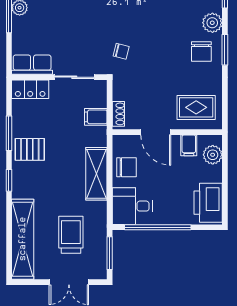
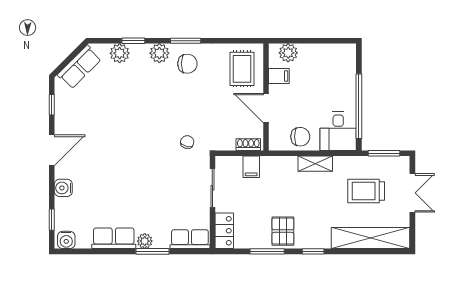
row of seats: (32, 65) -> (190, 239), moved, turned 90
door: (156, 132) -> (266, 108), swing flipped
chair: (127, 167) -> (300, 137), turned 90
shelving: (96, 174) -> (315, 164), width x0.67, depth x0.75
printer: (208, 203) -> (335, 57), removed

